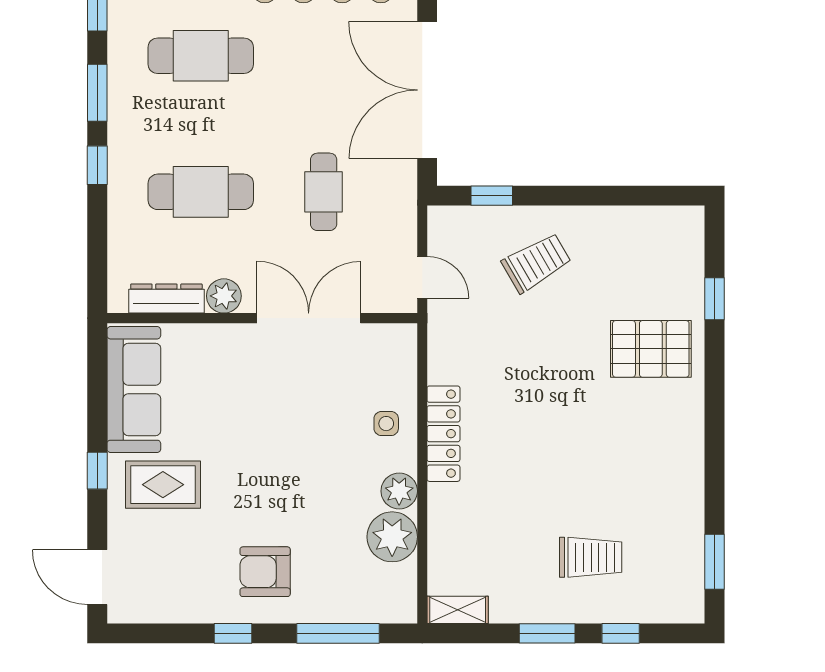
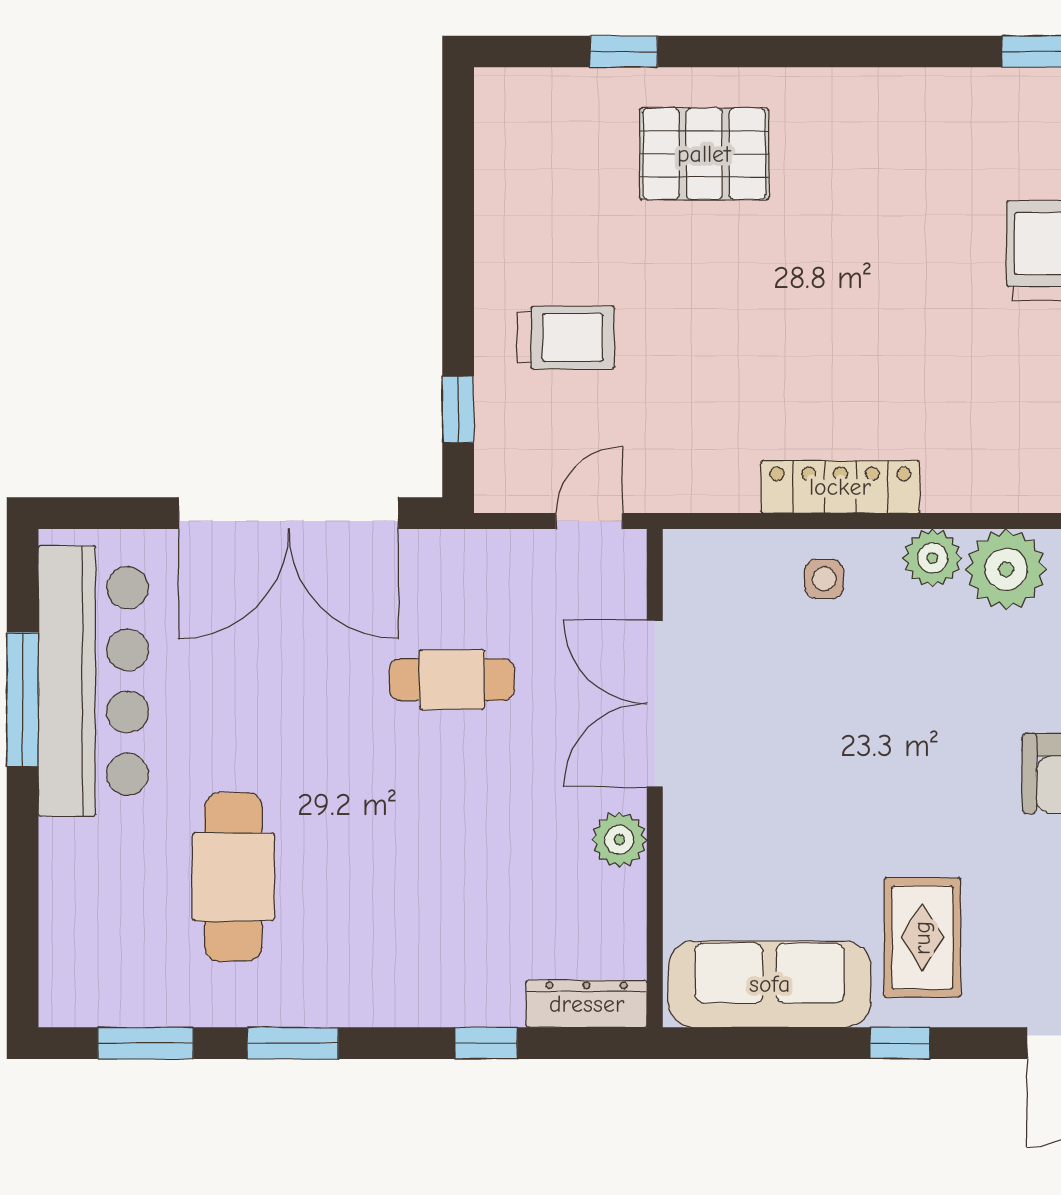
window: (97, 165) -> (486, 1043), moved
cafe table: (201, 192) -> (452, 877), removed
trolley: (536, 263) -> (566, 338), turned 120
dresser: (166, 298) -> (587, 1004), moved, turned 90
pallet: (651, 349) -> (704, 154), turned 90

